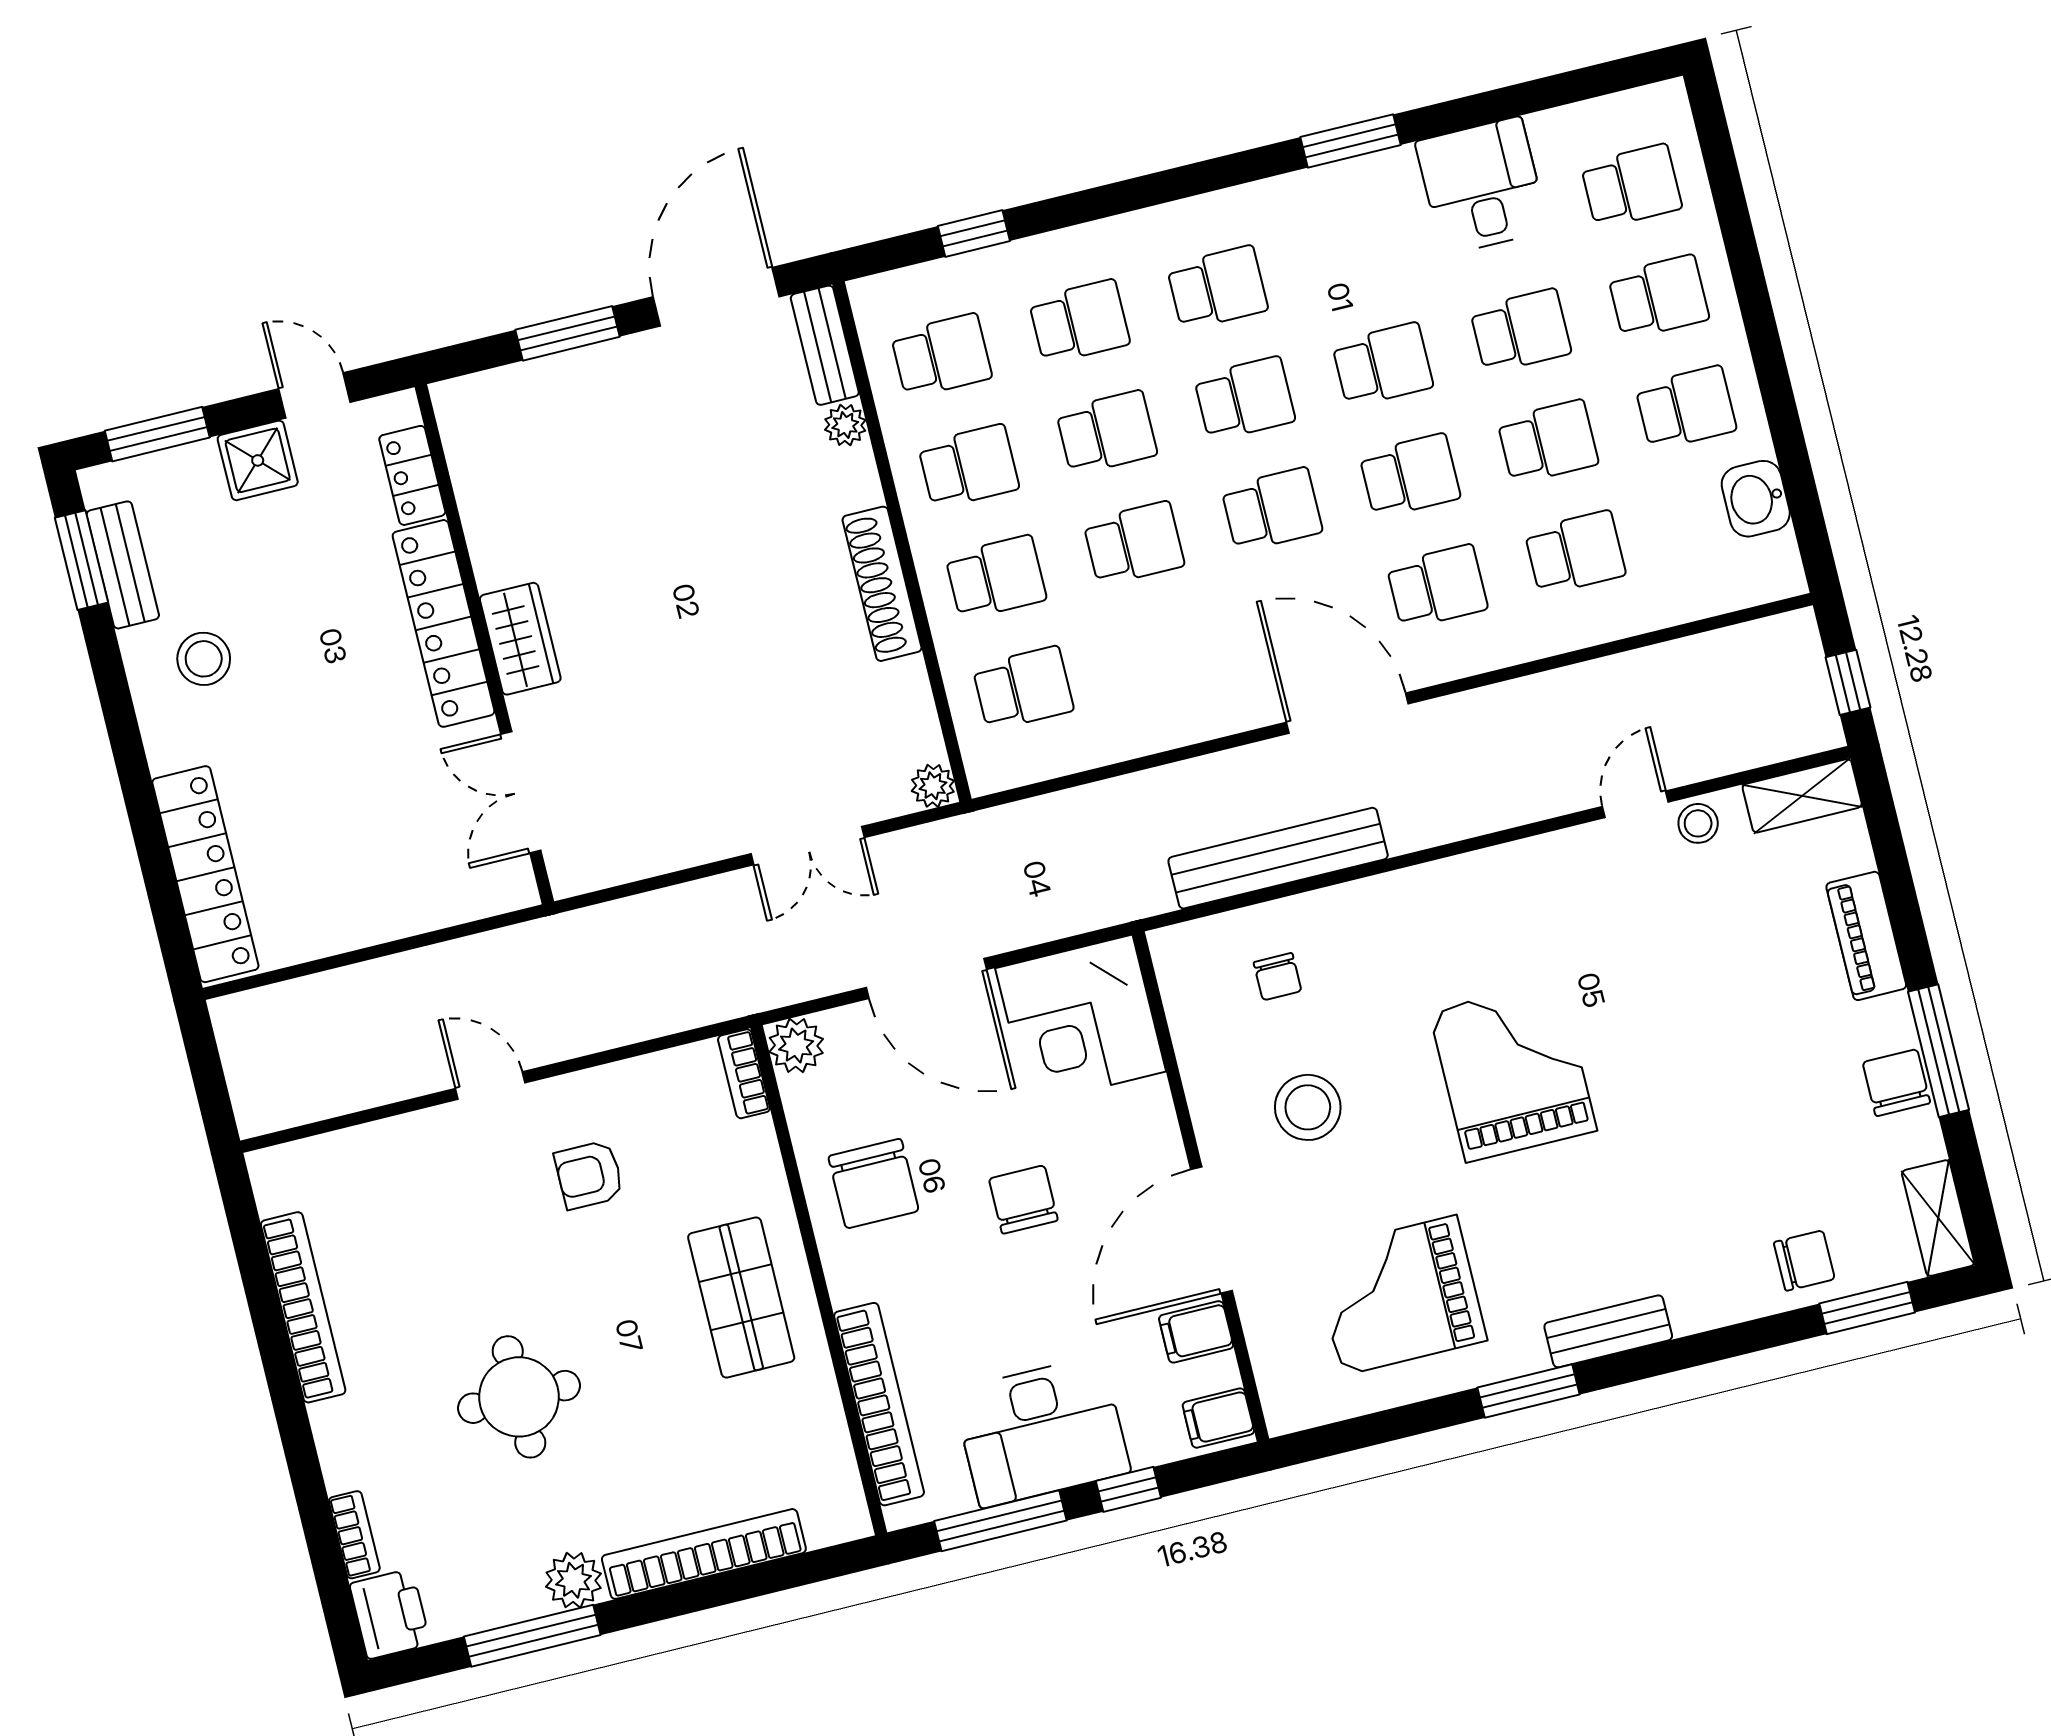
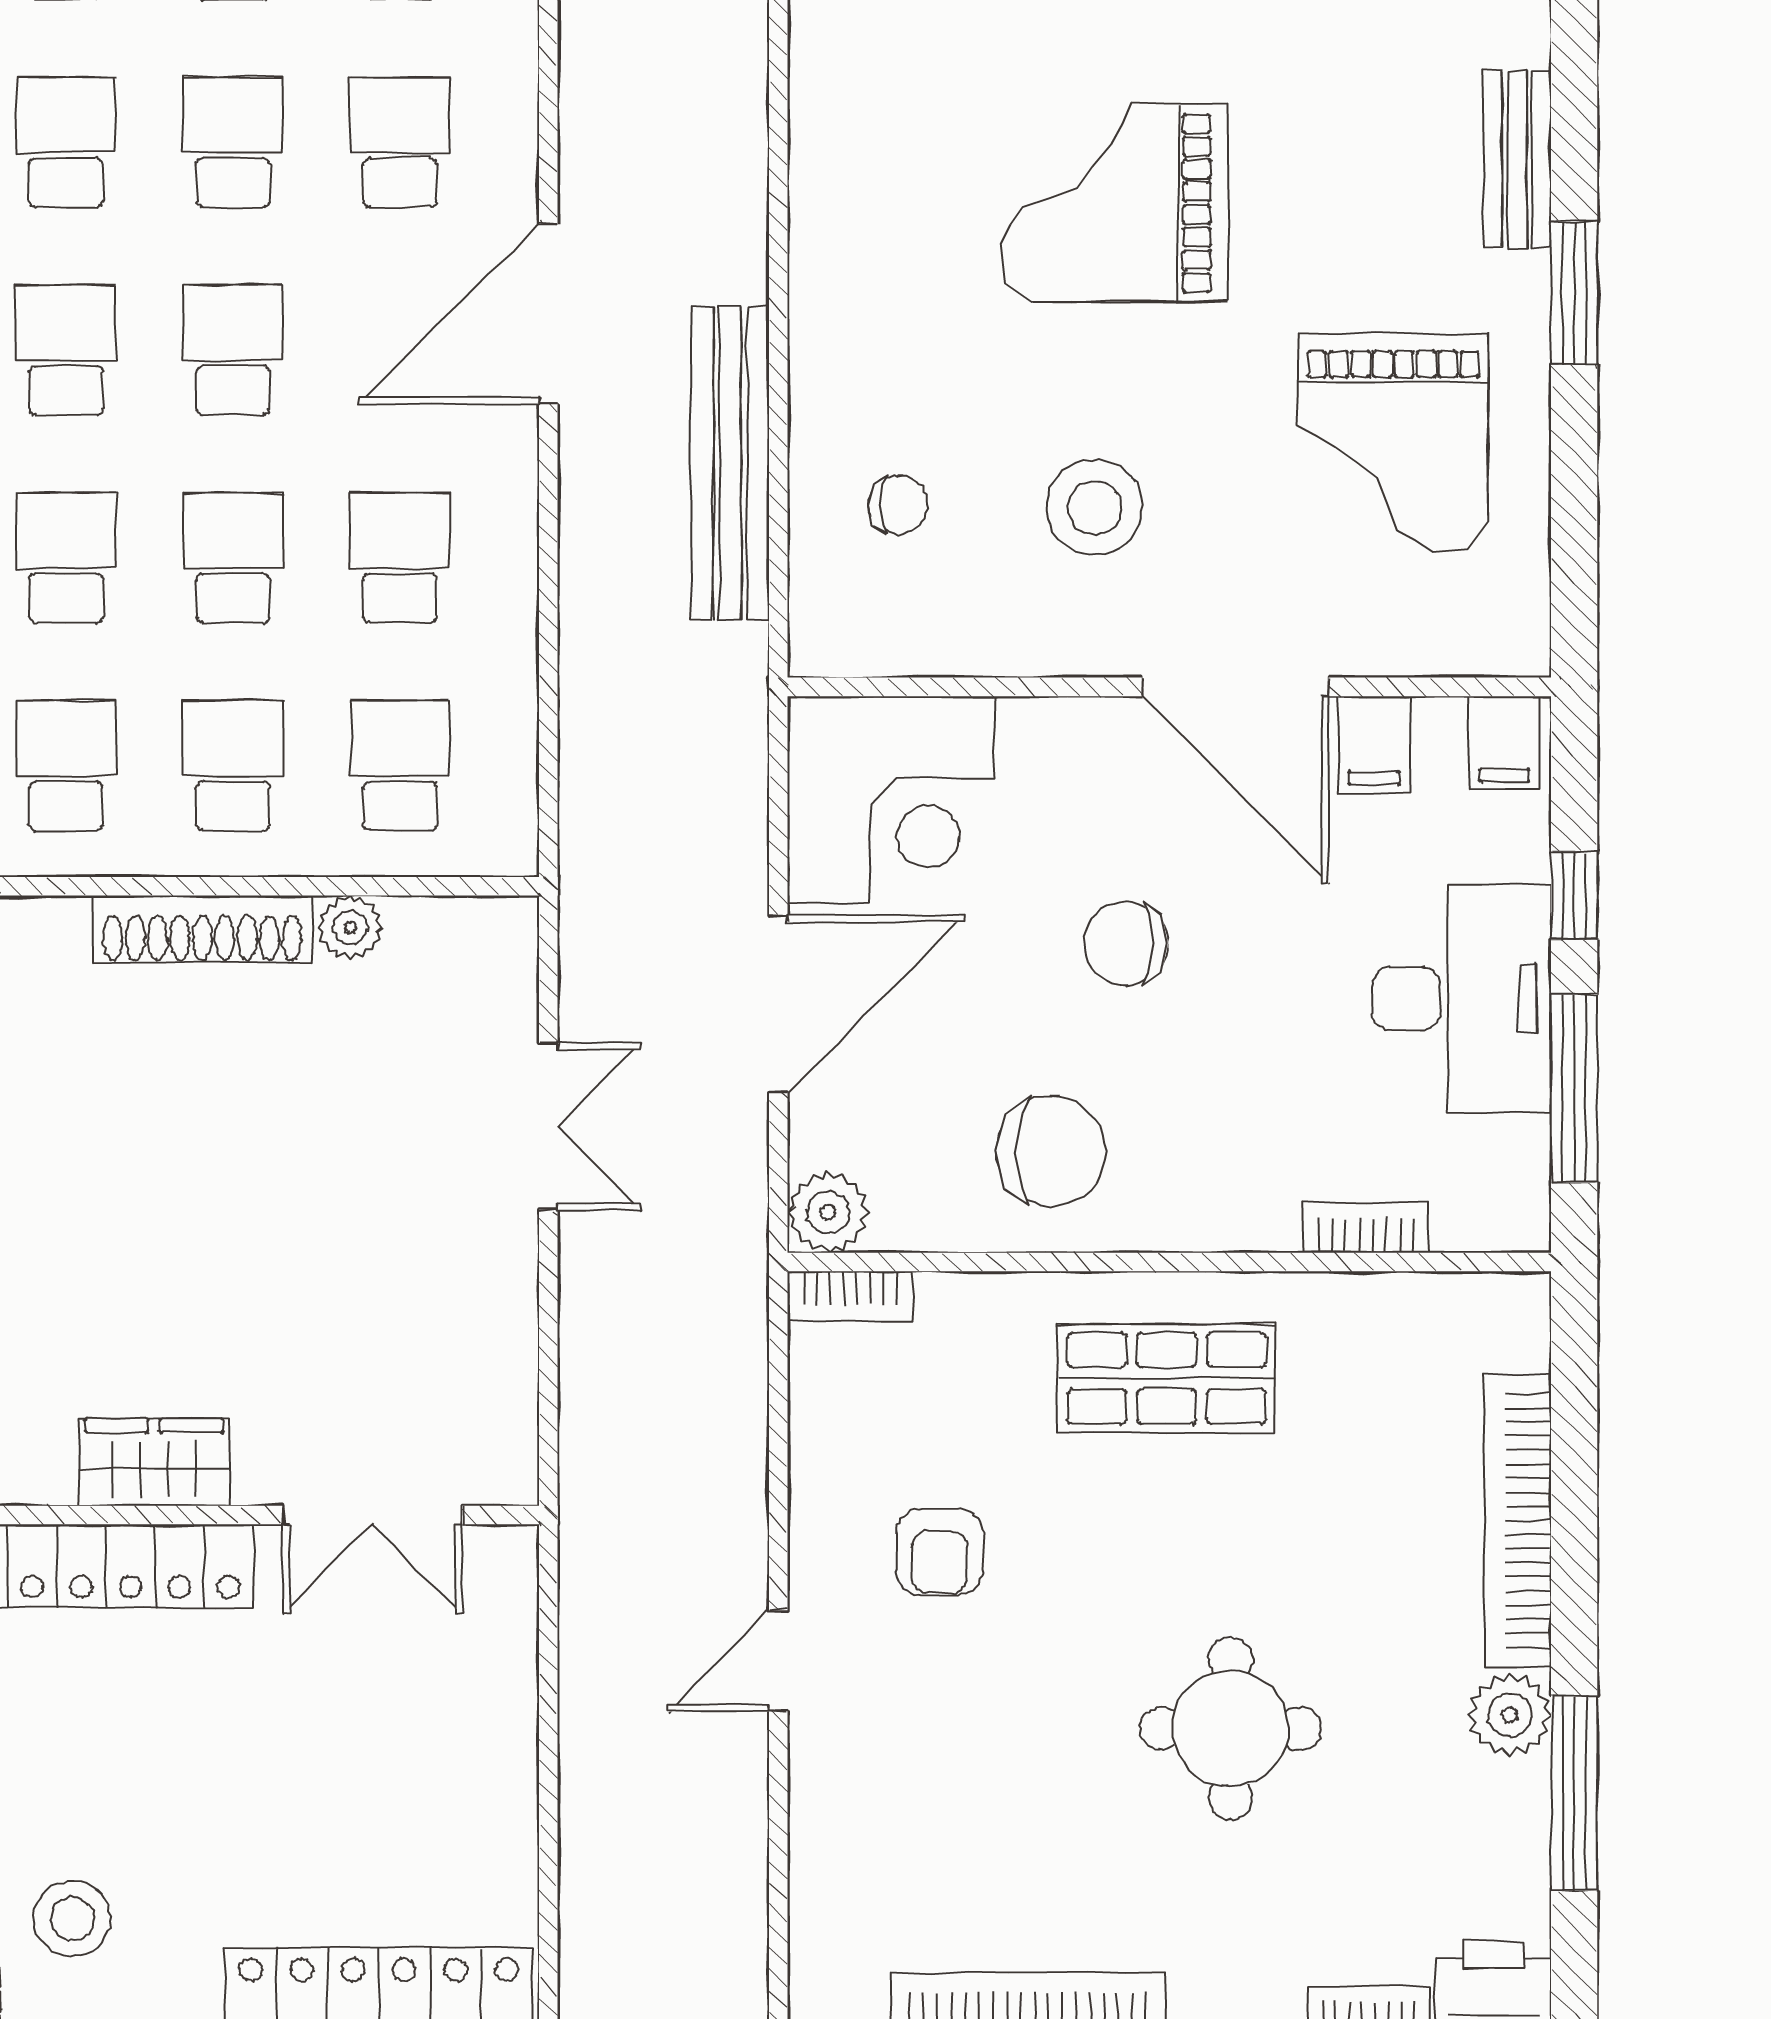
school desk: (1161, 654) -> (400, 558), added
plant: (933, 786) -> (350, 928), moved
bookcase: (879, 1404) -> (1366, 1228), width x0.43, depth x0.76

